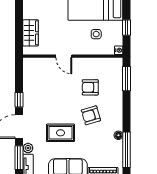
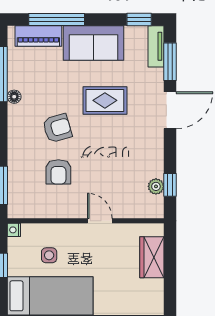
armchair: (90, 87) -> (58, 172), turned 90
window: (19, 100) -> (170, 185), moved
plant: (28, 148) -> (156, 186), moved

